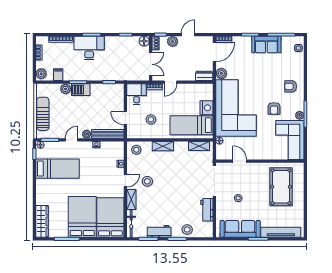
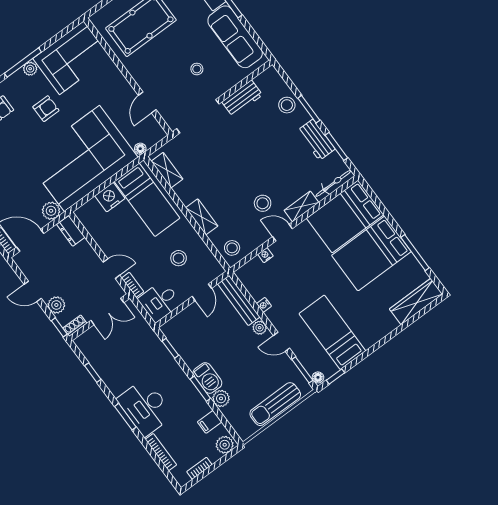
floor lamp: (144, 41) -> (83, 342), removed
double door: (151, 64) -> (107, 311), swing flipped

